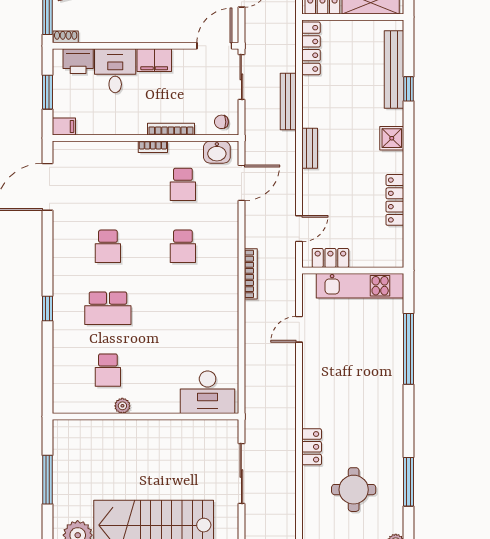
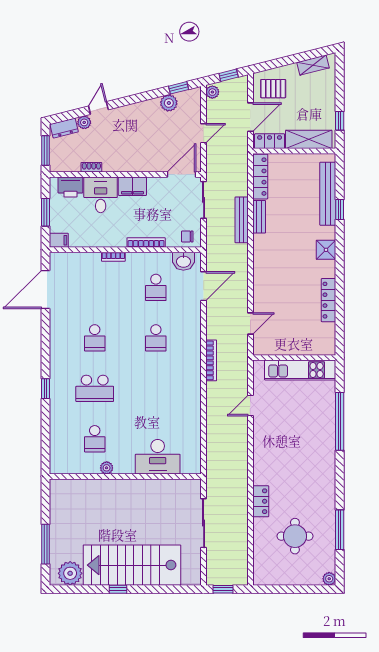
shoe rack: (66, 37) -> (91, 167), moved
bookcase: (153, 147) -> (113, 257), moved
bench: (310, 148) -> (259, 217), moved
locker: (330, 258) -> (276, 347), removed
desk: (208, 392) -> (158, 457), moved
window: (47, 480) -> (45, 544), moved

